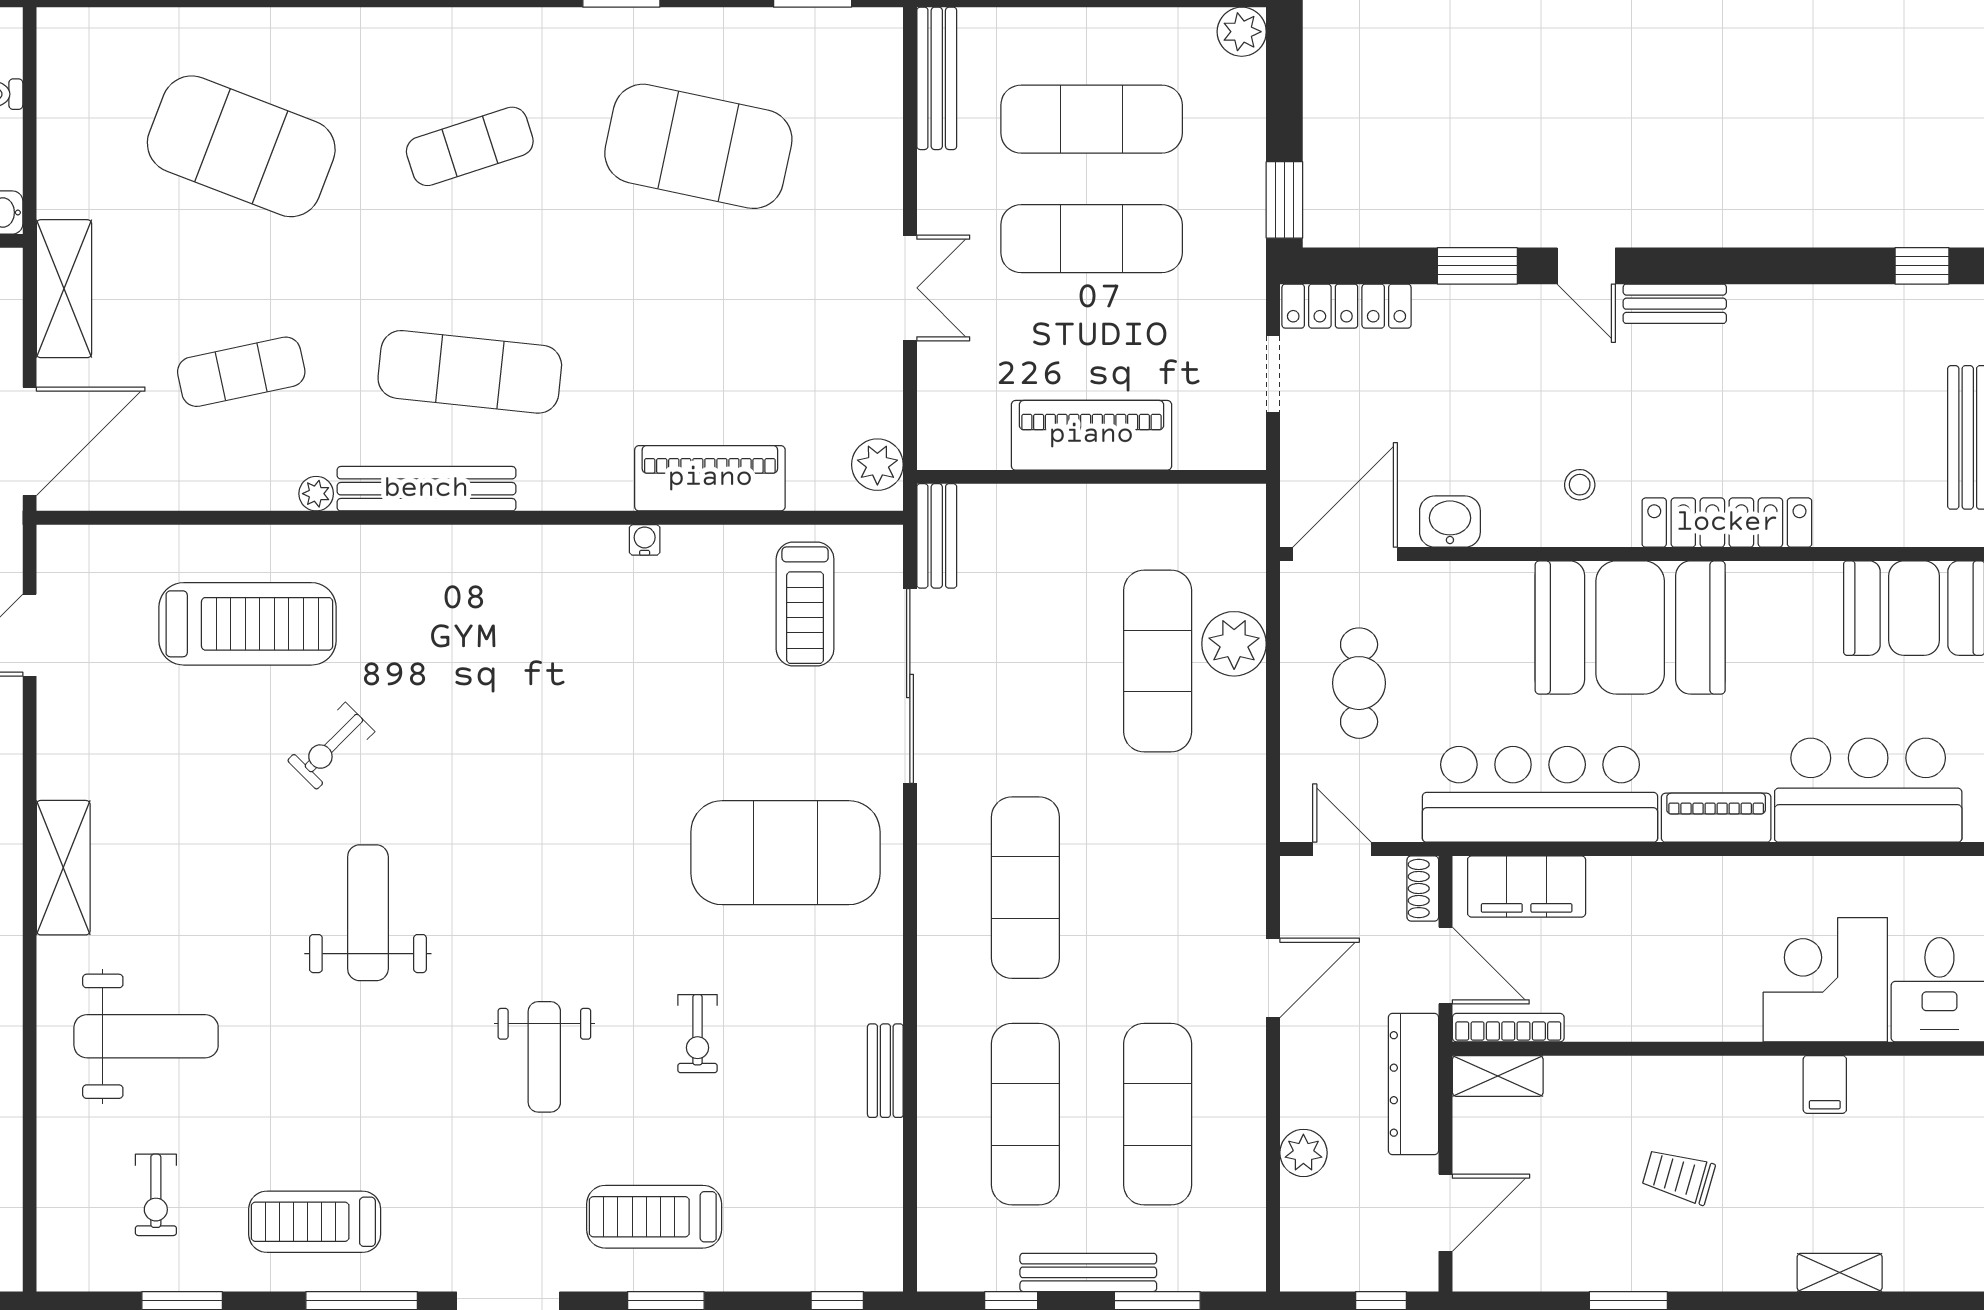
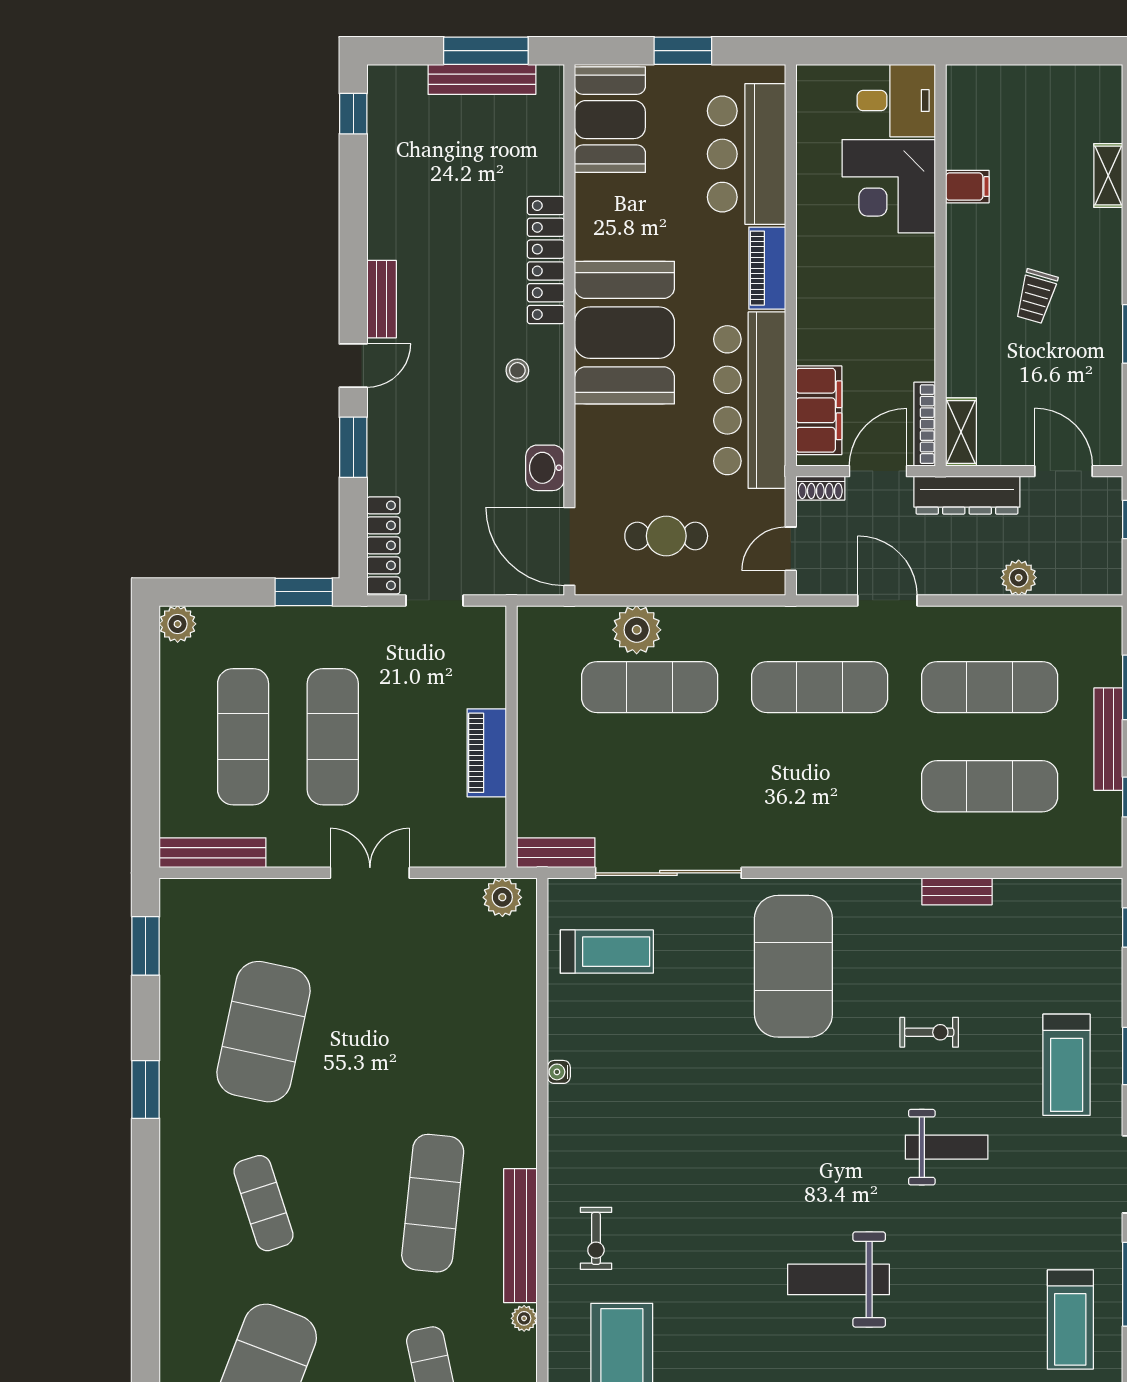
piano: (1091, 435) -> (487, 753), width x0.73, depth x0.75
piano: (710, 478) -> (513, 1023), removed
exercise bike: (331, 746) -> (596, 1238), moved, turned 45
exercise mat: (1025, 888) -> (820, 687), moved

